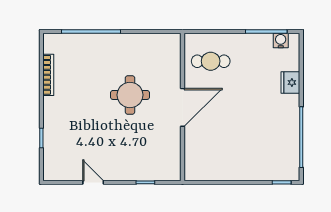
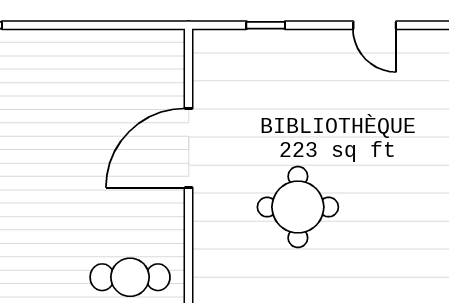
door: (183, 107) -> (189, 148), moved

